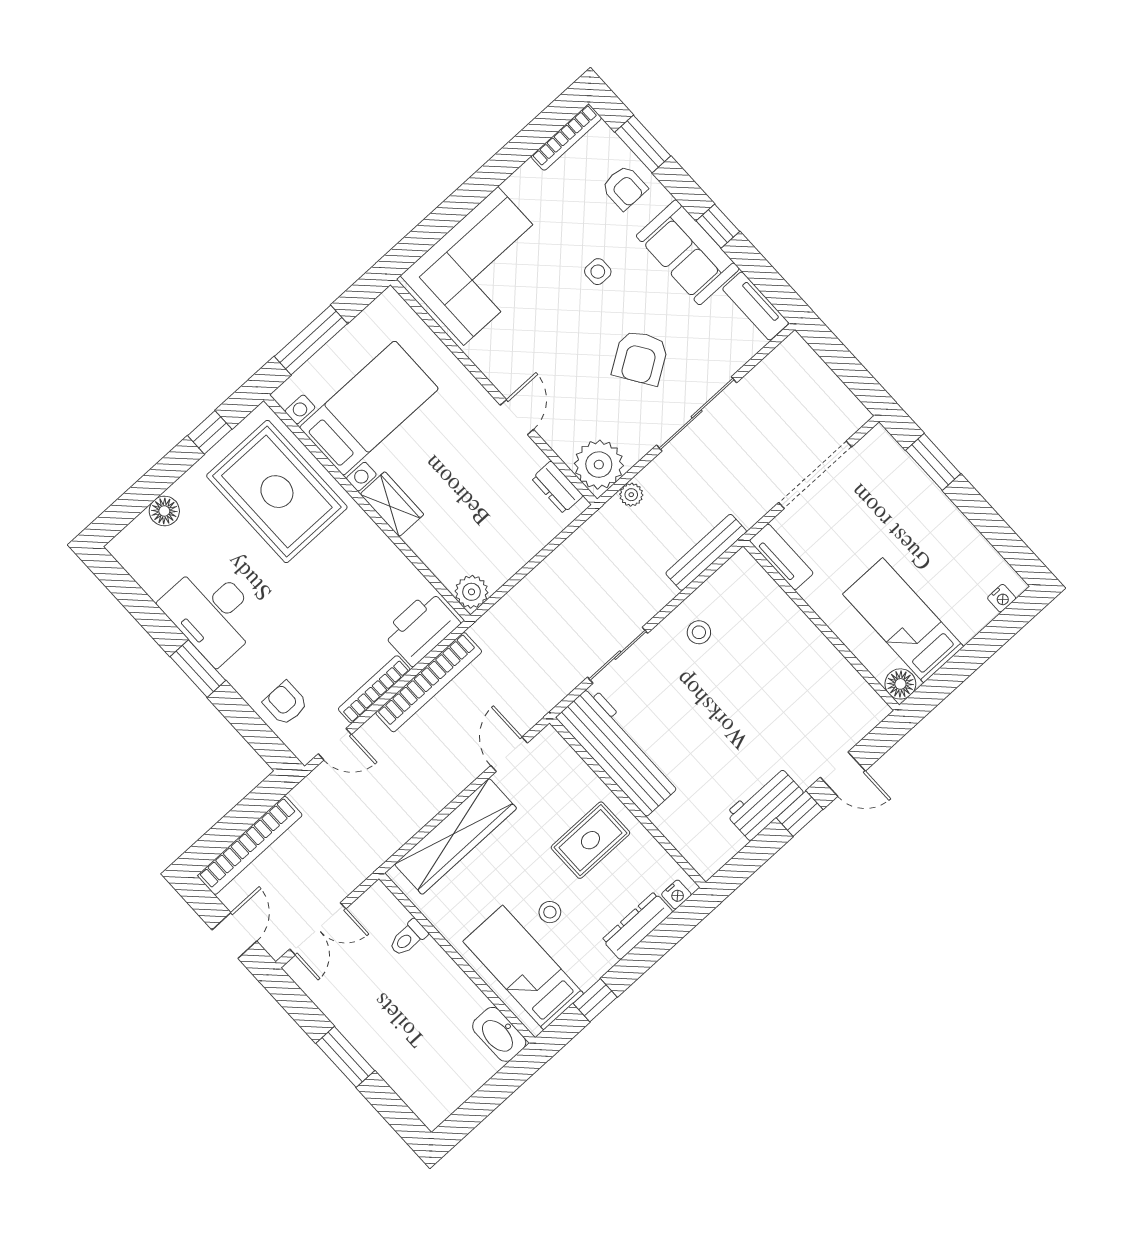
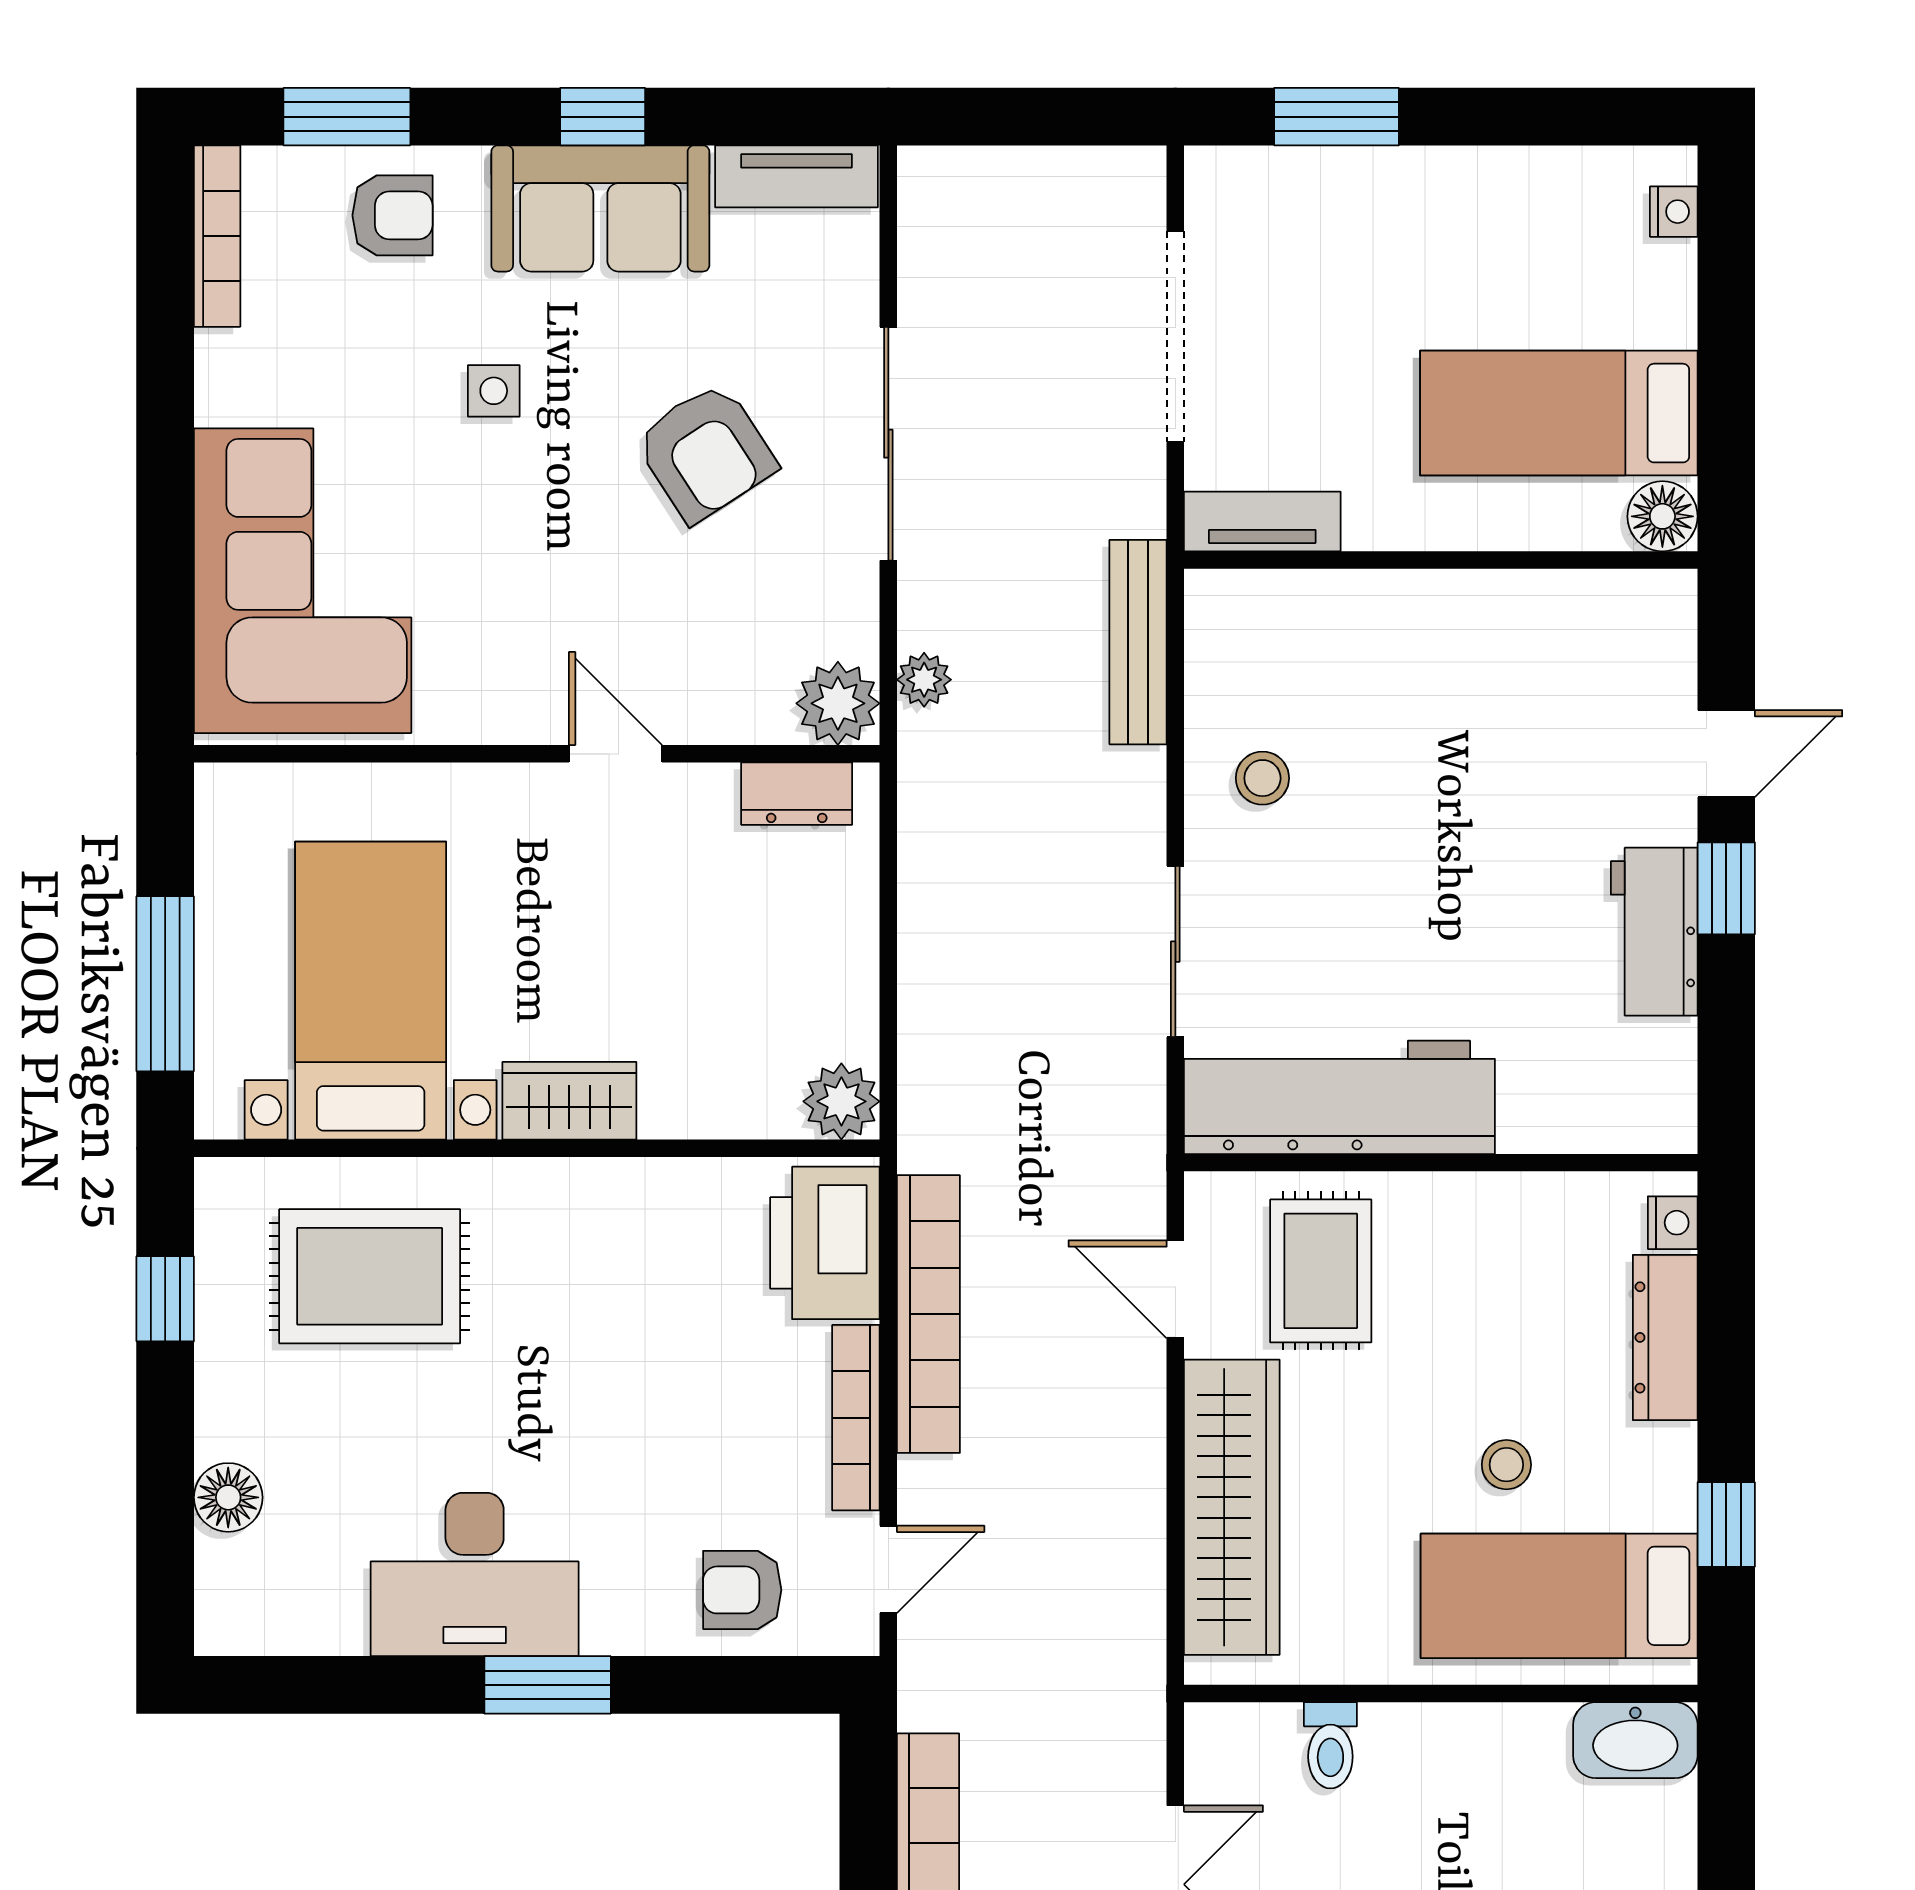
plant: (599, 465) -> (838, 703), width x0.73, depth x0.73
rug: (277, 492) -> (370, 1276), width x0.73, depth x0.69
rug: (590, 840) -> (1321, 1271), moved

